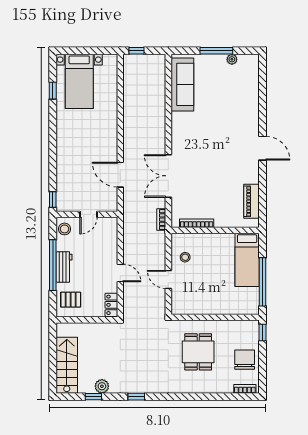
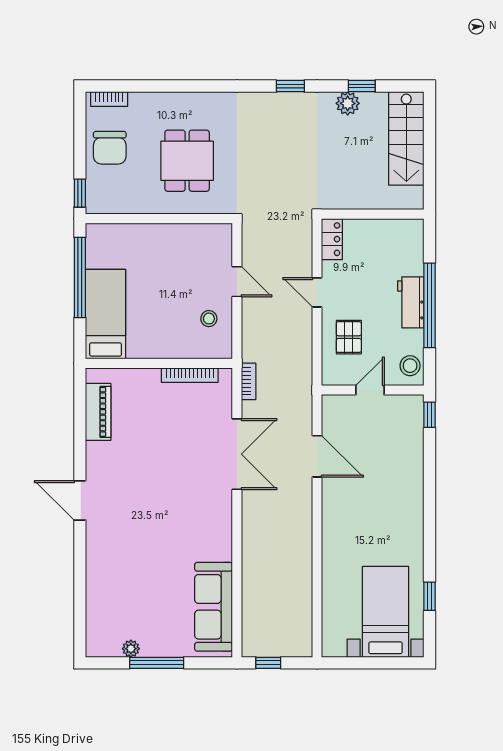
window: (136, 51) -> (268, 663), moved
pallet: (71, 300) -> (349, 337), moved, turned 90

